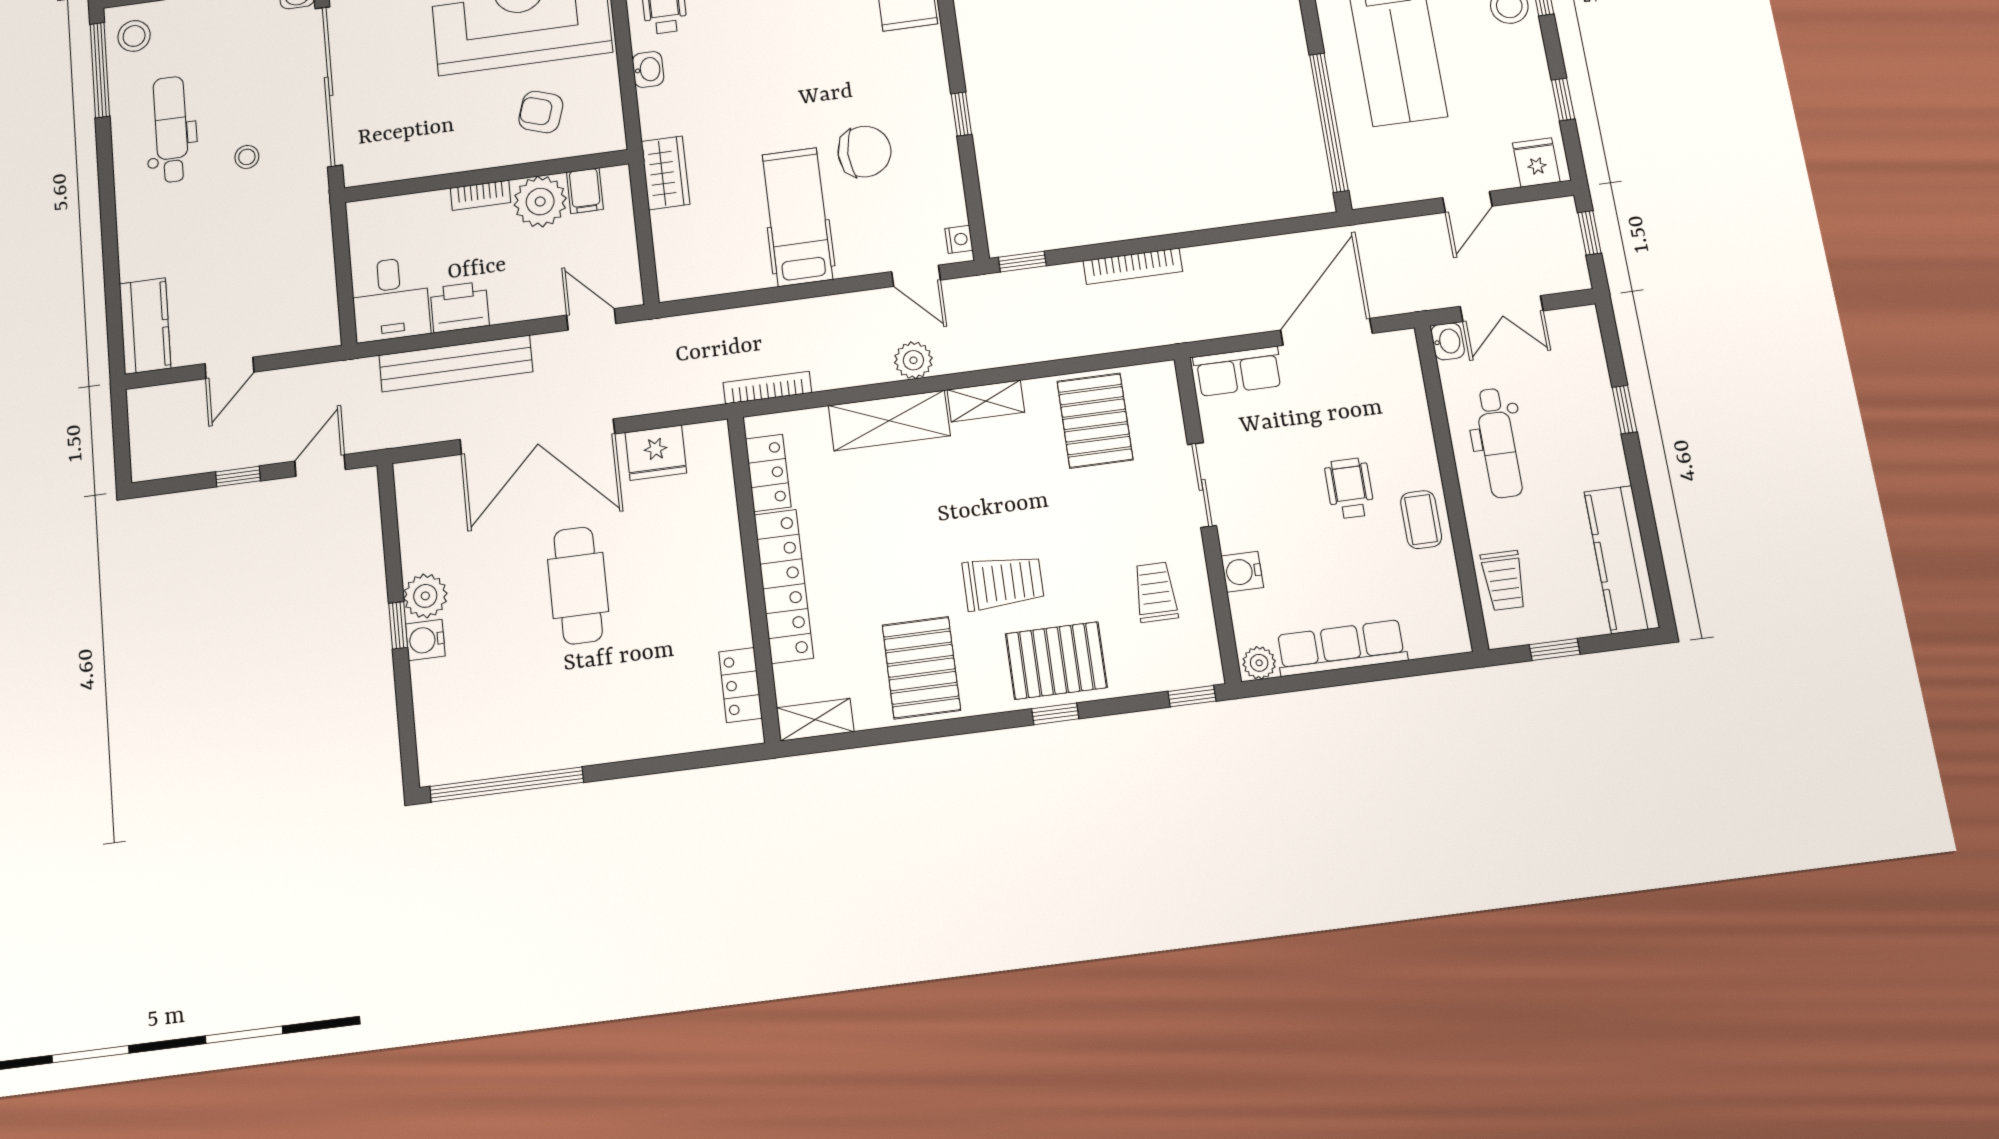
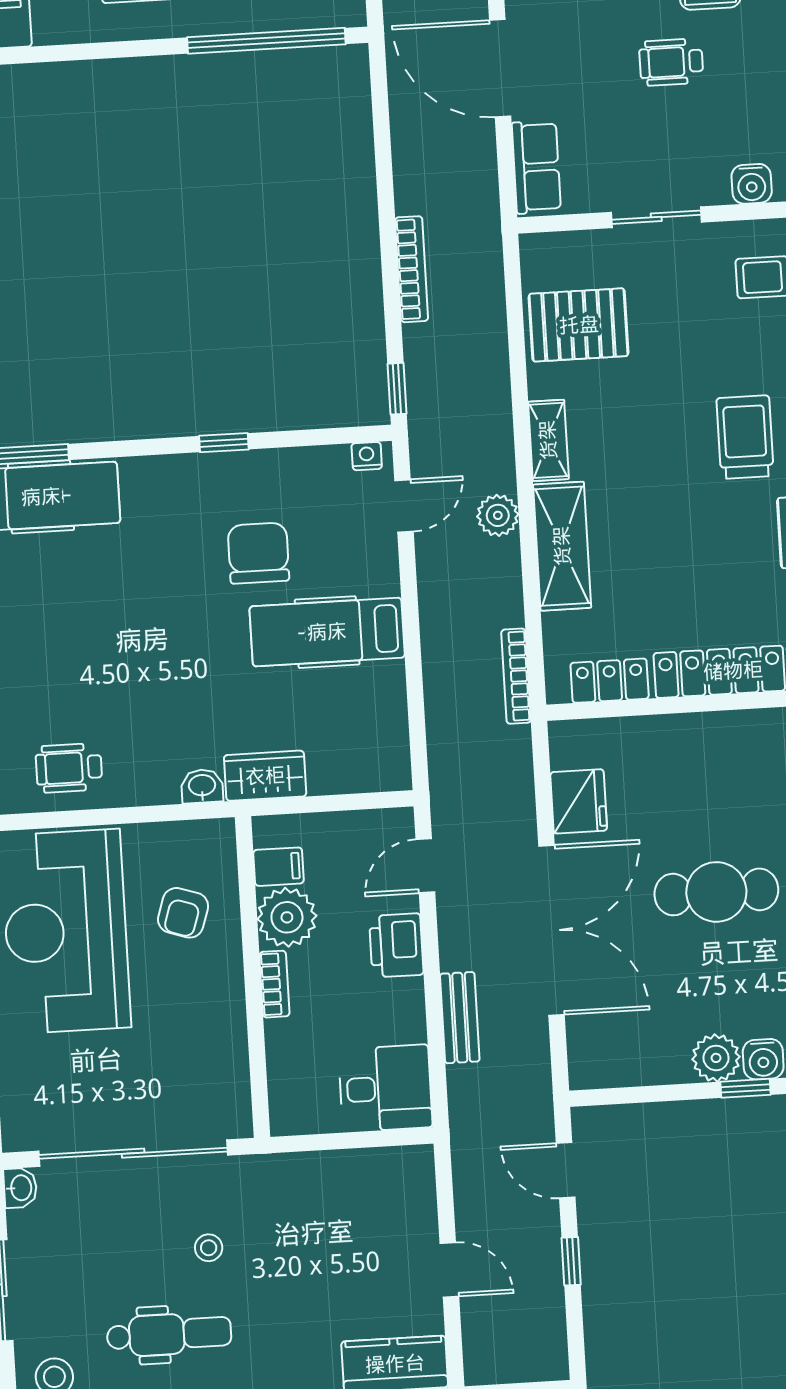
washbasin: (648, 69) -> (202, 786), moved
dental chair: (171, 129) -> (169, 1334), turned 180
printer: (460, 307) -> (396, 945), moved
bench: (456, 363) -> (460, 1018), width x0.54, depth x0.82

